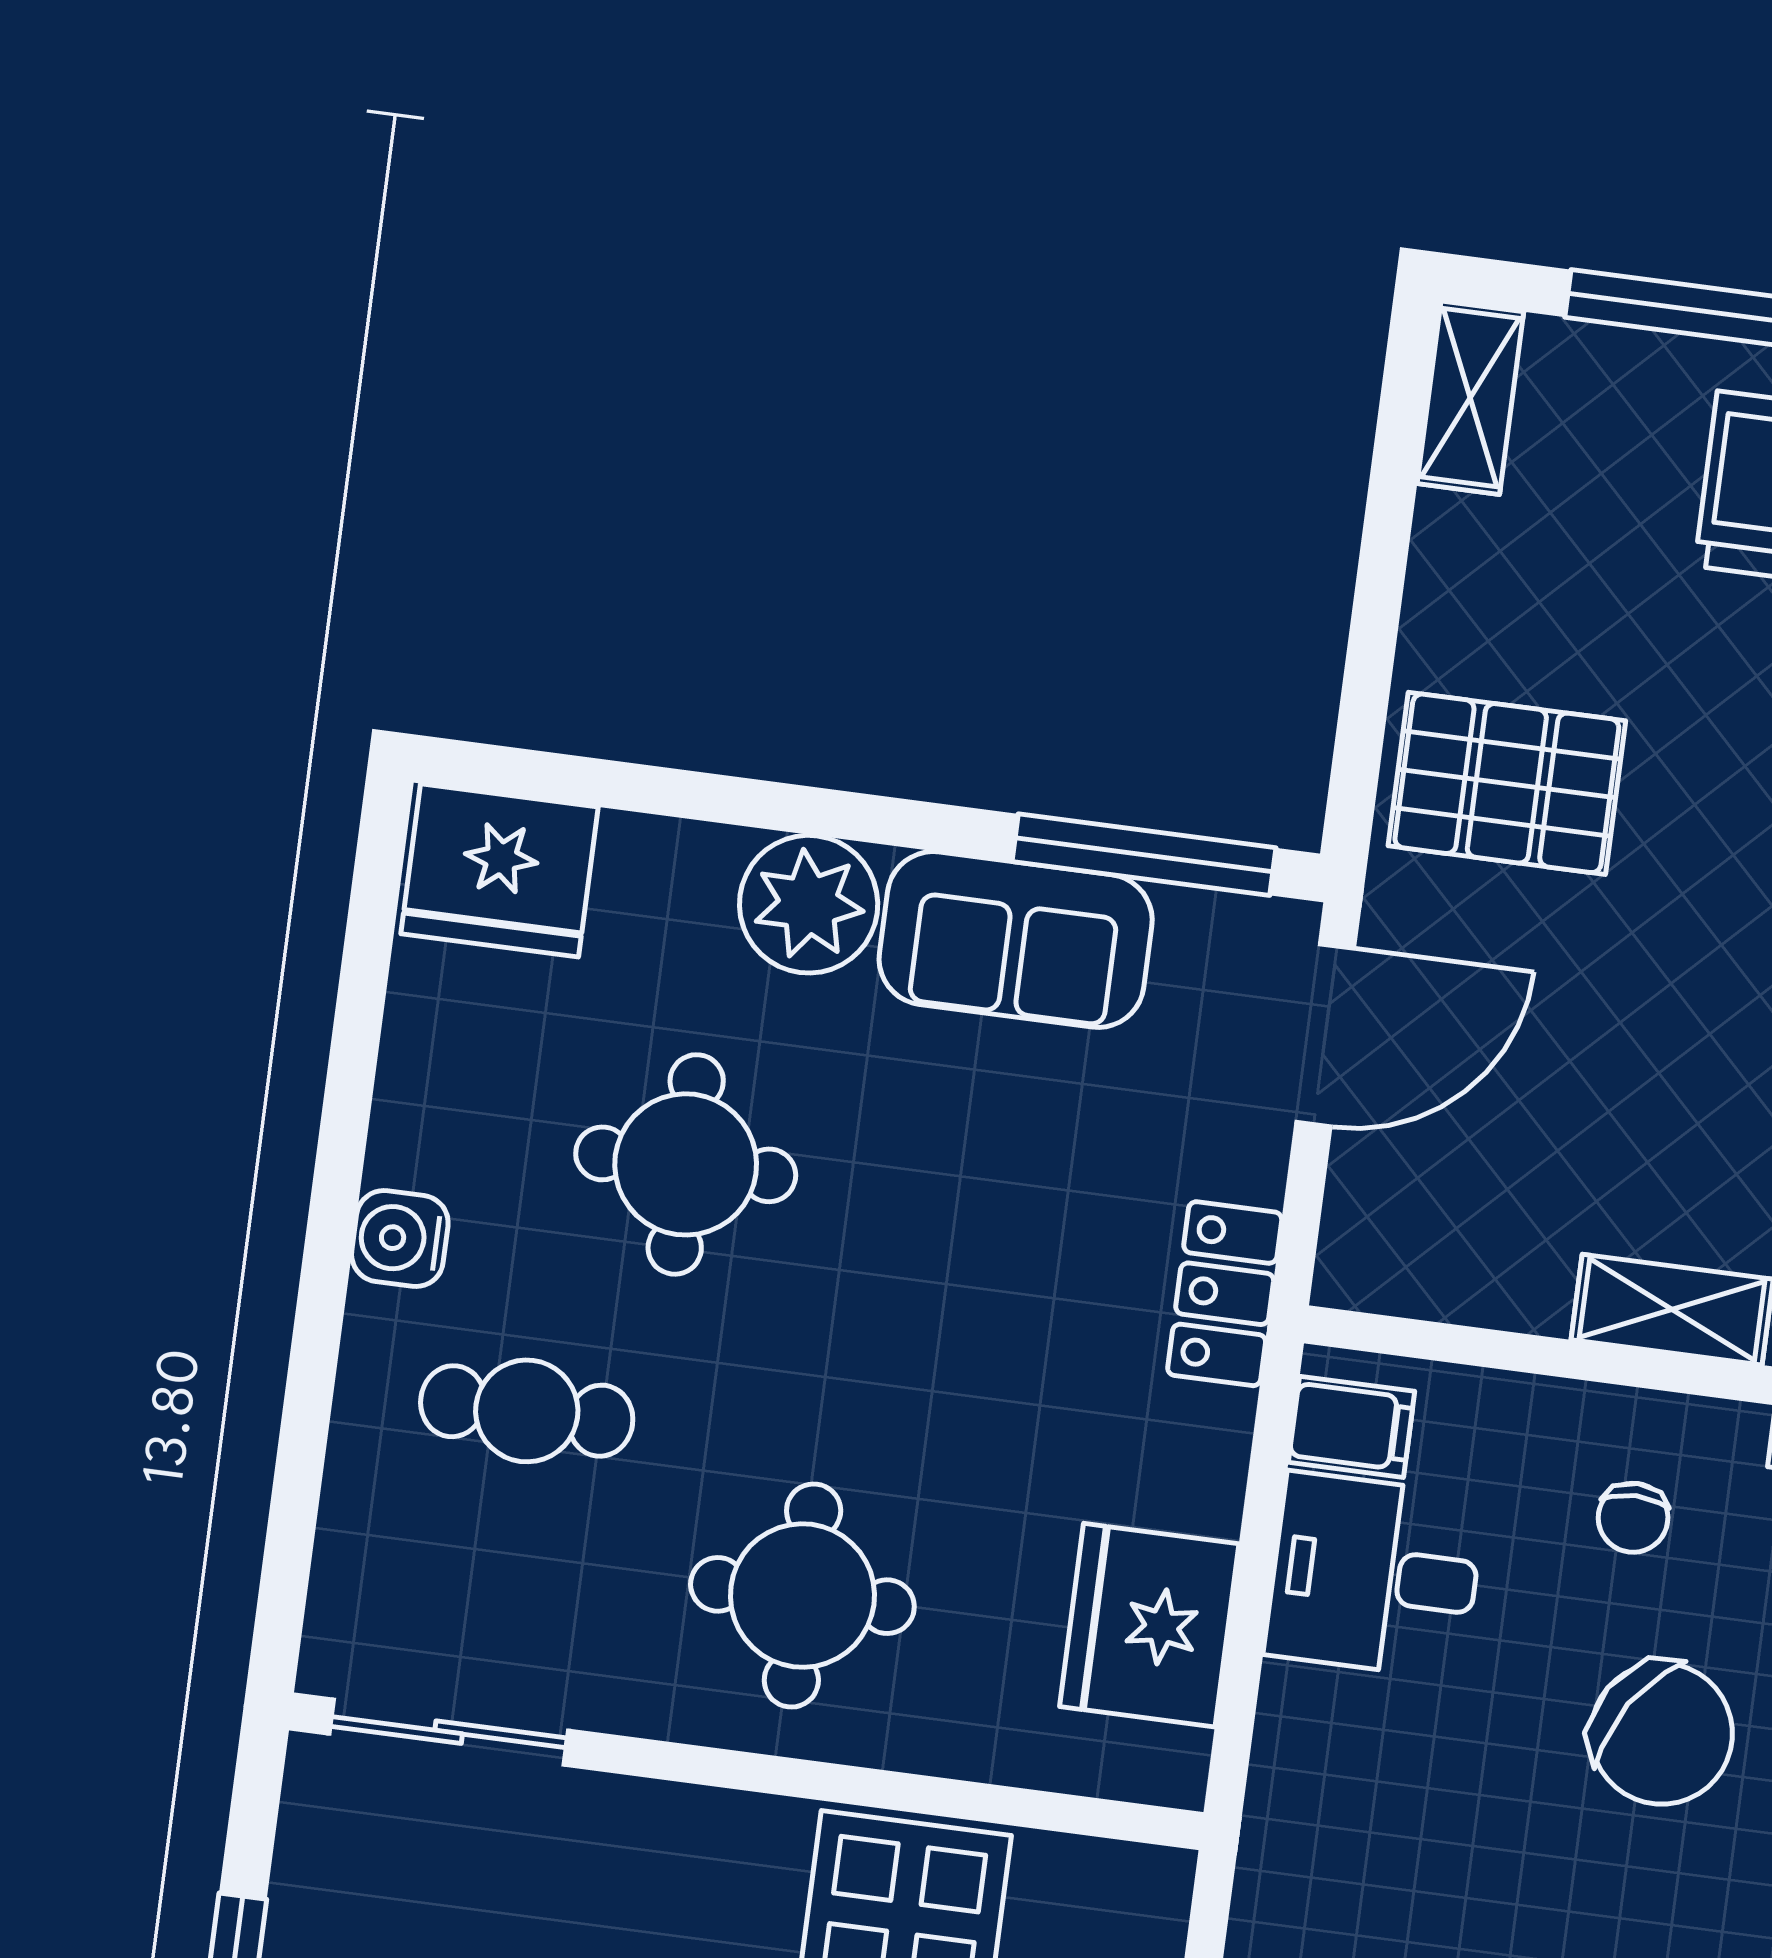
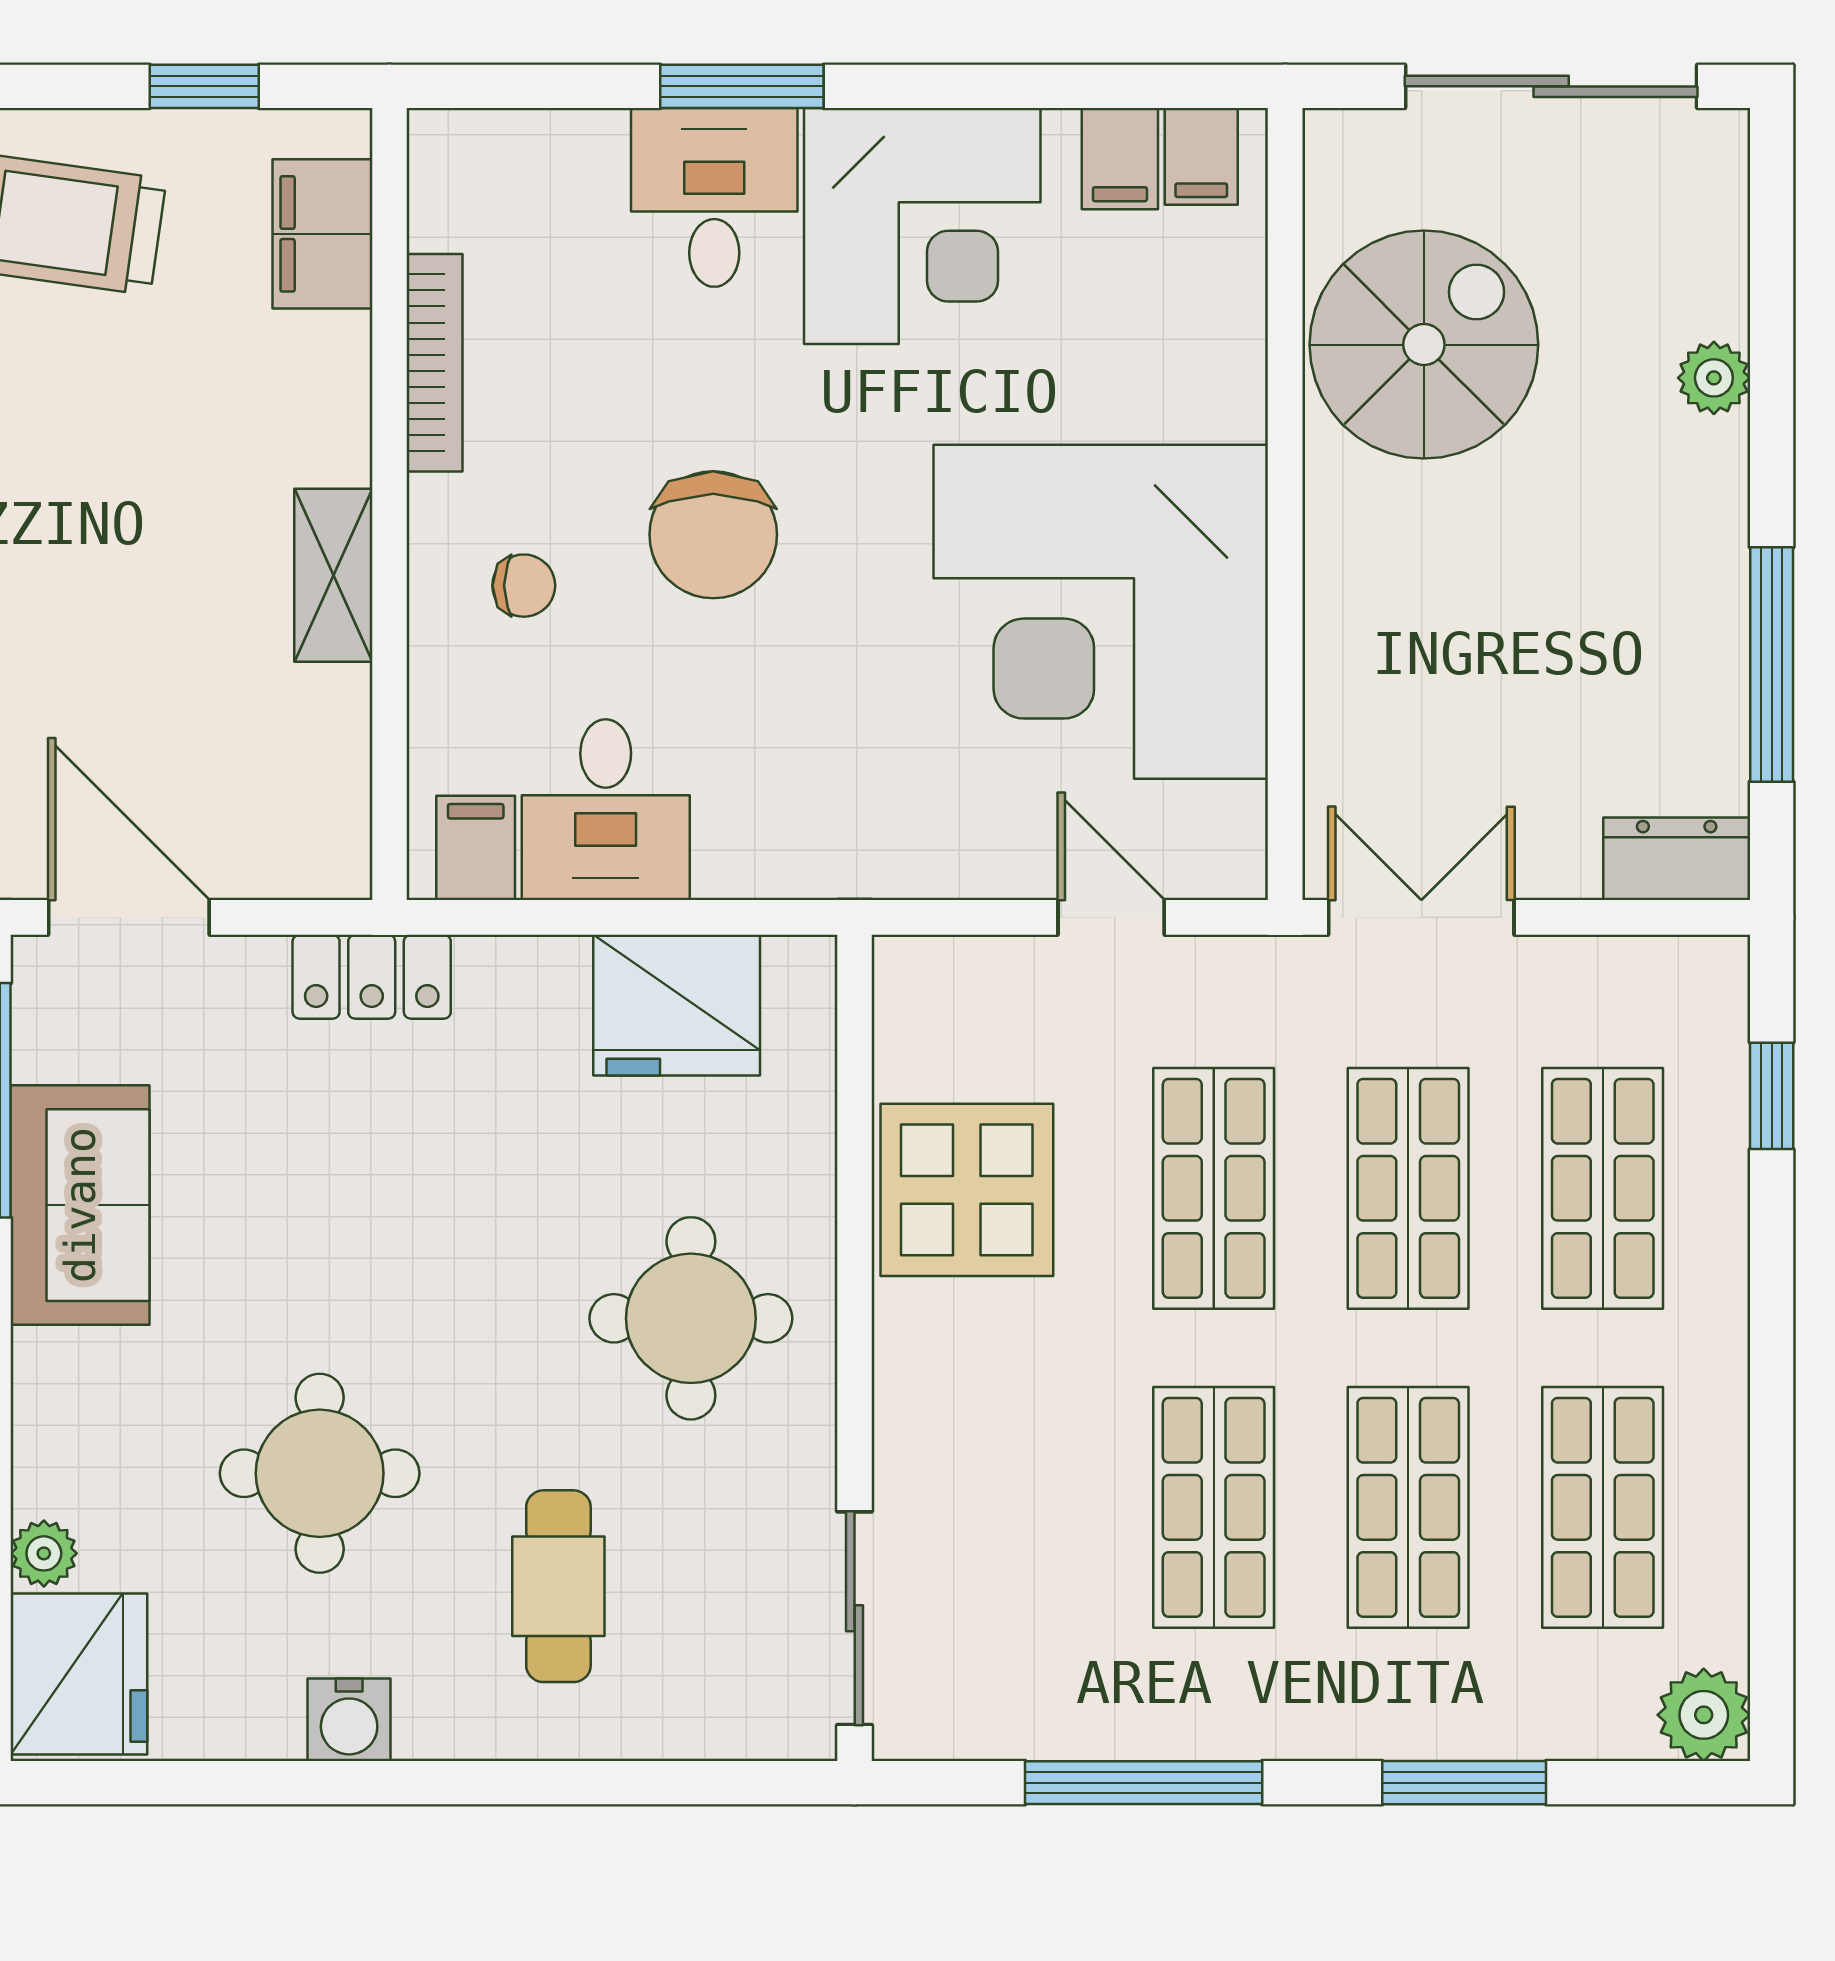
plant: (809, 904) -> (44, 1553), moved, width x0.53, depth x0.53
water cooler: (400, 1239) -> (349, 1720), moved
chair: (1662, 1734) -> (713, 535), turned 147

